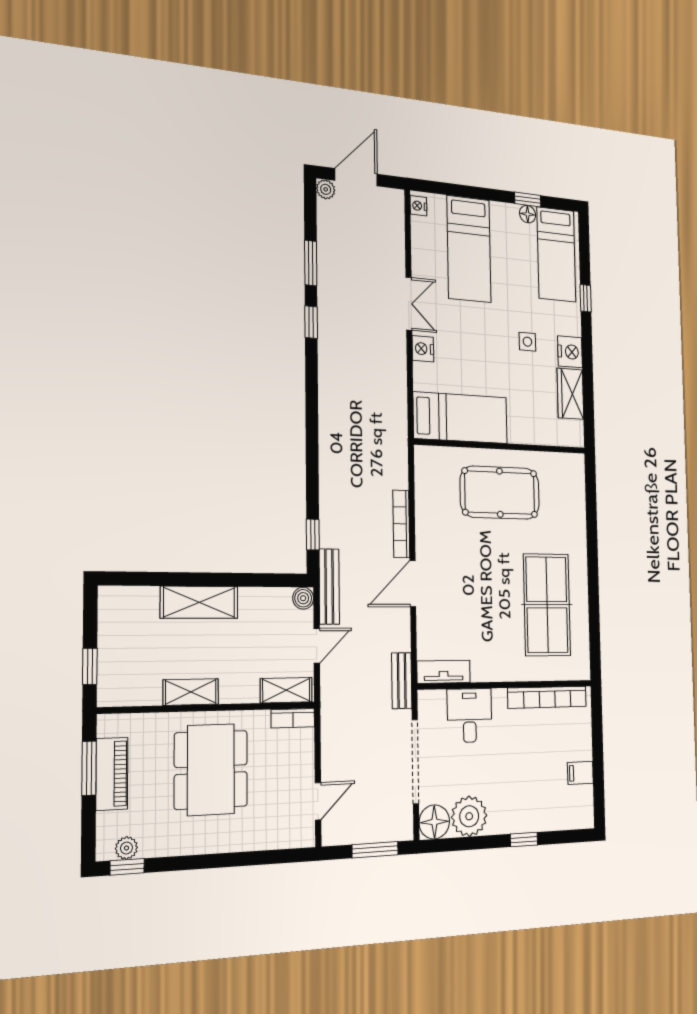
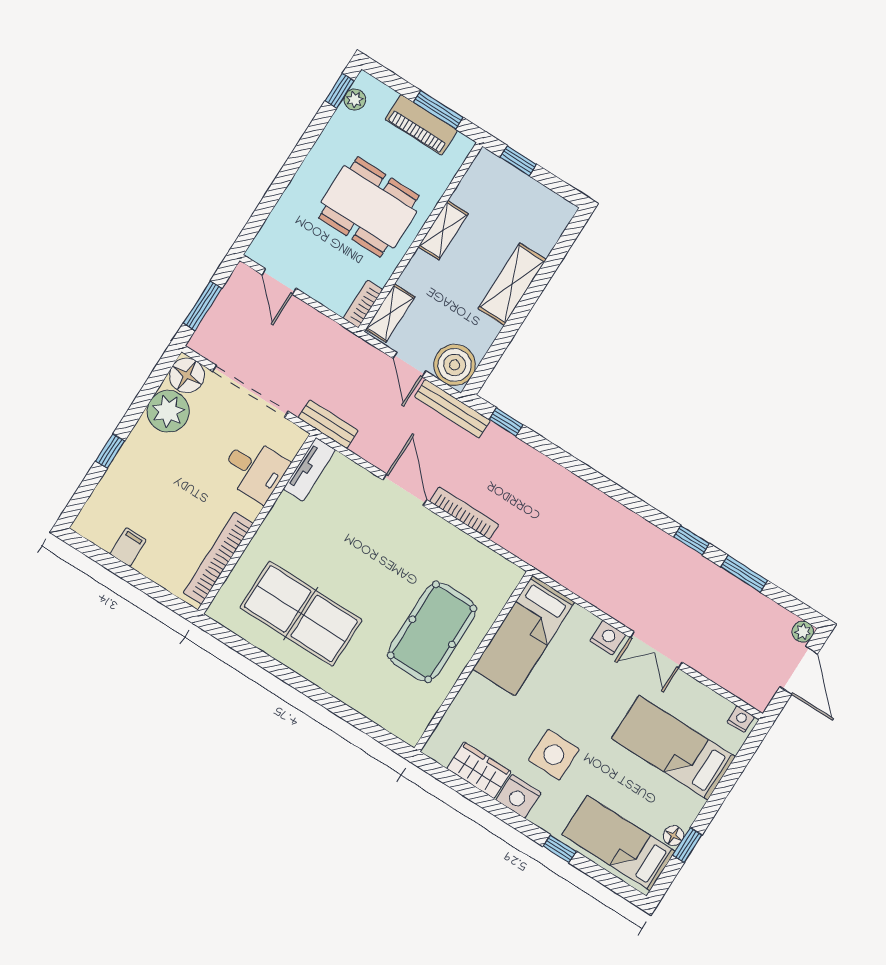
side table: (527, 342) -> (554, 755), width x1.87, depth x1.87
boiler: (303, 598) -> (455, 365), width x1.86, depth x1.86

